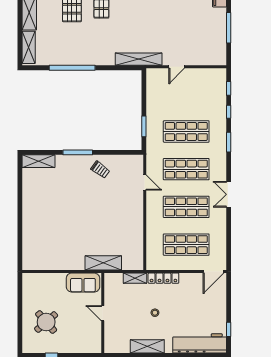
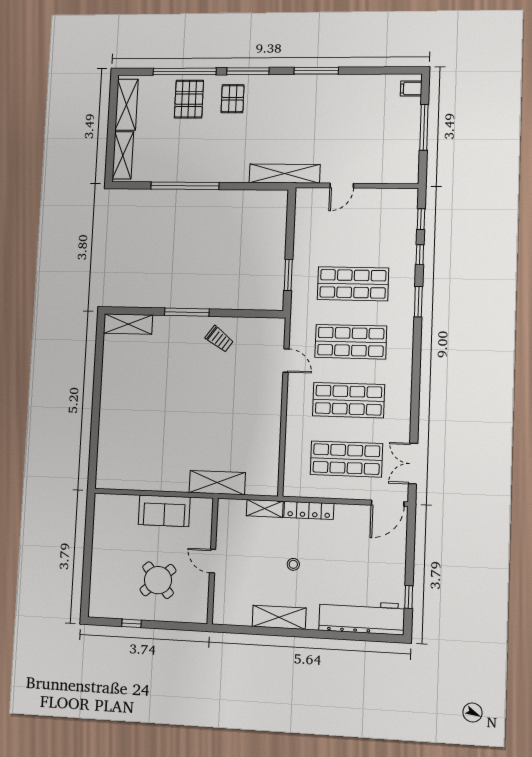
double door: (229, 194) -> (413, 464), moved
sofa: (83, 283) -> (164, 511), moved
round table: (46, 322) -> (158, 580), moved

